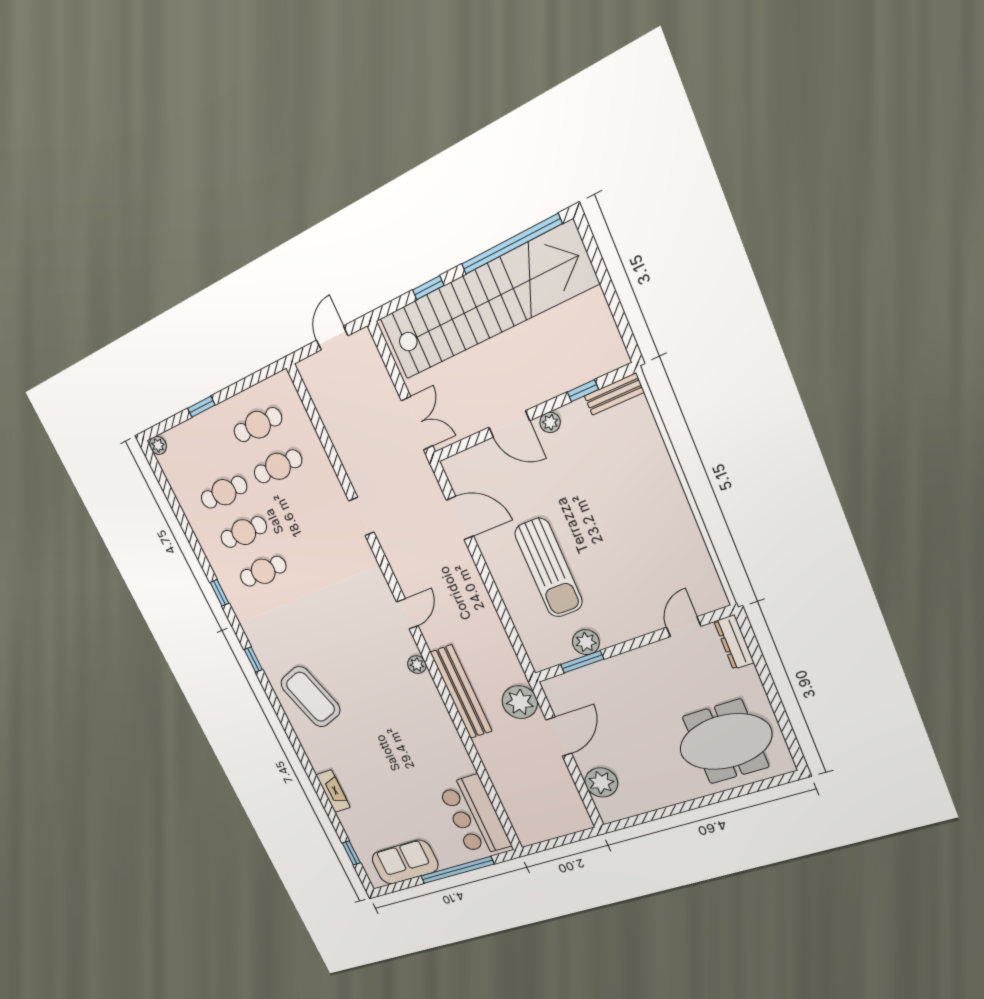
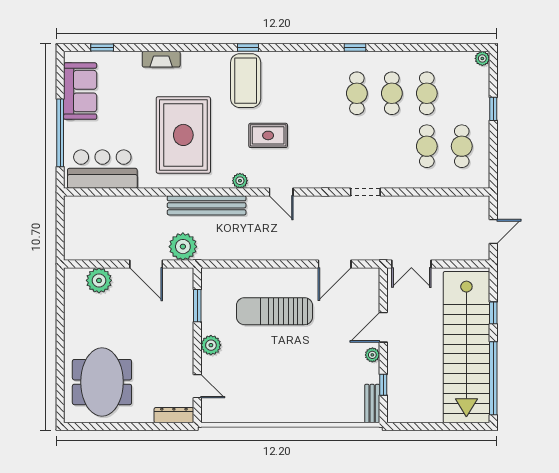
door: (332, 338) -> (493, 232), hinge flipped
plant: (586, 642) -> (211, 345), moved
rug: (354, 652) -> (268, 135), added
window: (253, 660) -> (248, 48), moved
coffee table: (310, 697) -> (246, 81), turned -72
rug: (398, 743) -> (183, 135), added

